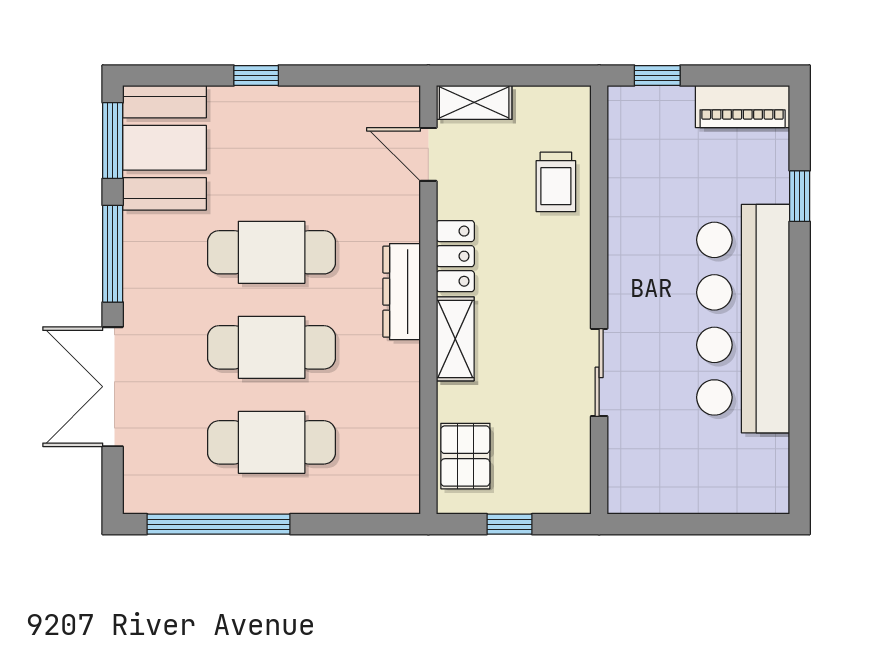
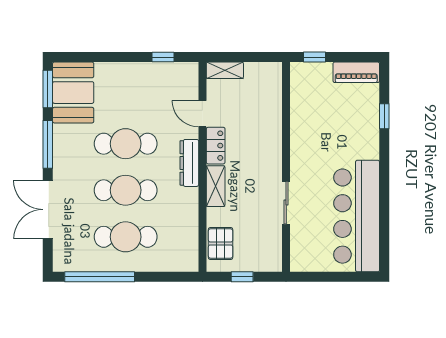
window: (256, 75) -> (163, 57), moved
door: (428, 154) -> (202, 114), moved
trolley: (556, 182) -> (265, 109), removed
bar counter: (743, 319) -> (357, 216), moved

